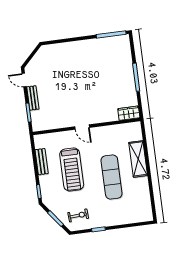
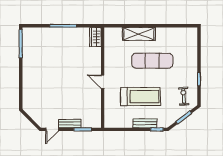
door: (82, 127) -> (103, 82), swing flipped
bench: (42, 162) -> (145, 123), moved

